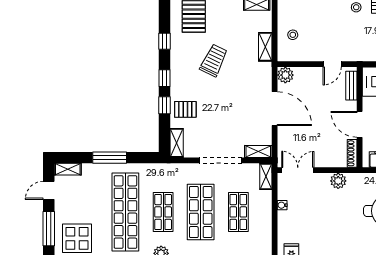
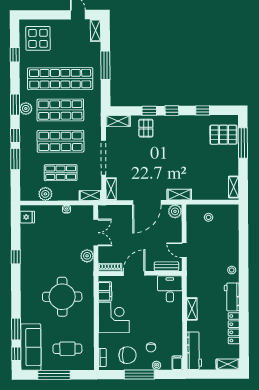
shelving: (265, 47) -> (179, 195), moved
trolley: (214, 60) -> (187, 152), removed
double door: (298, 170) -> (96, 233), moved
shop shelf: (163, 212) -> (60, 110), width x1.43, depth x1.36
window: (49, 229) -> (46, 15), removed
plant: (264, 230) -> (45, 194), added

